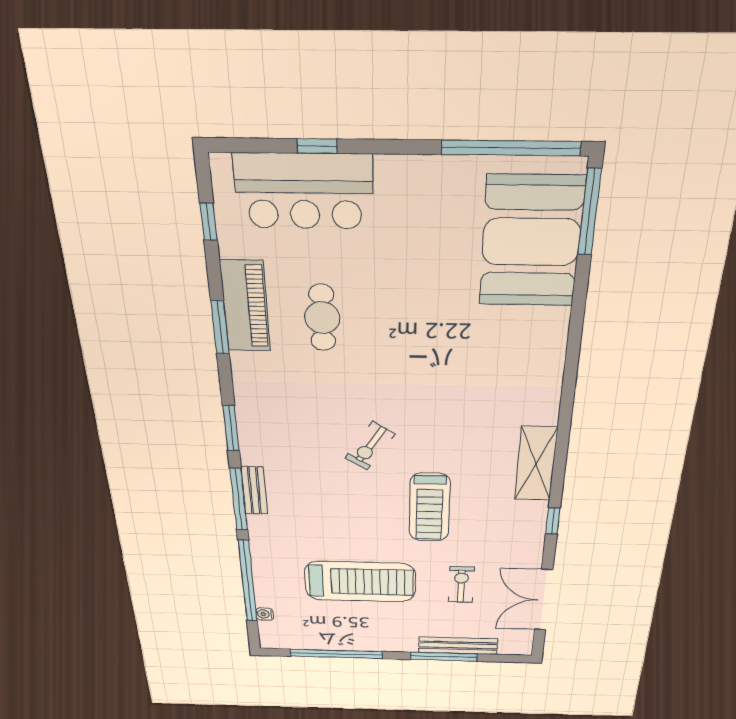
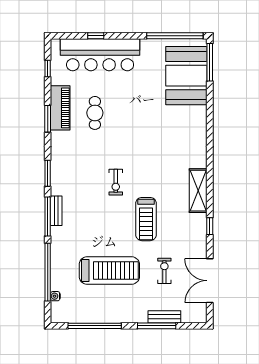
bar counter: (304, 191) -> (100, 55), width x1.36
exercise bike: (370, 446) -> (116, 182), turned -33
bench: (458, 646) -> (164, 317), width x0.73

